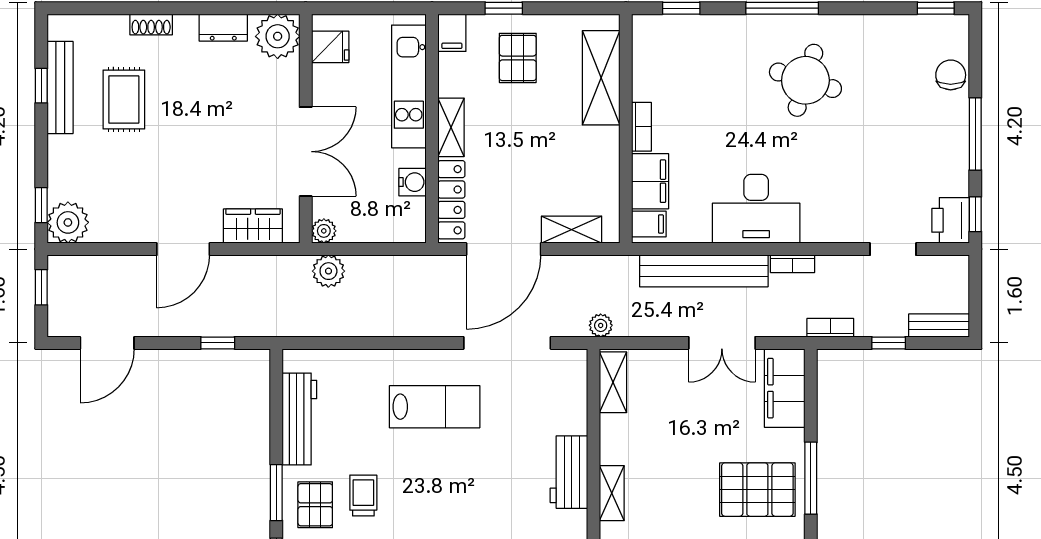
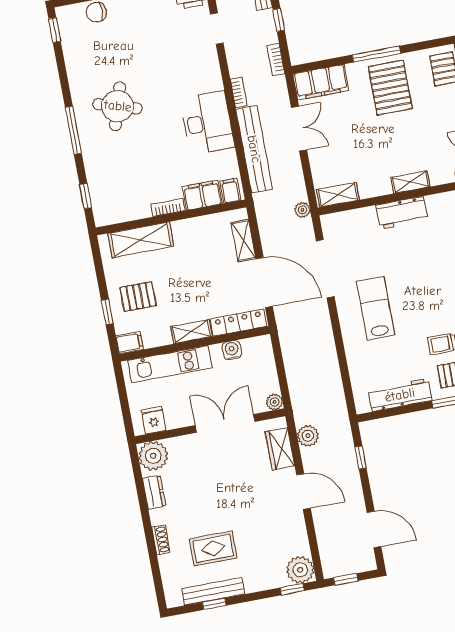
plant: (328, 271) -> (308, 436), moved

